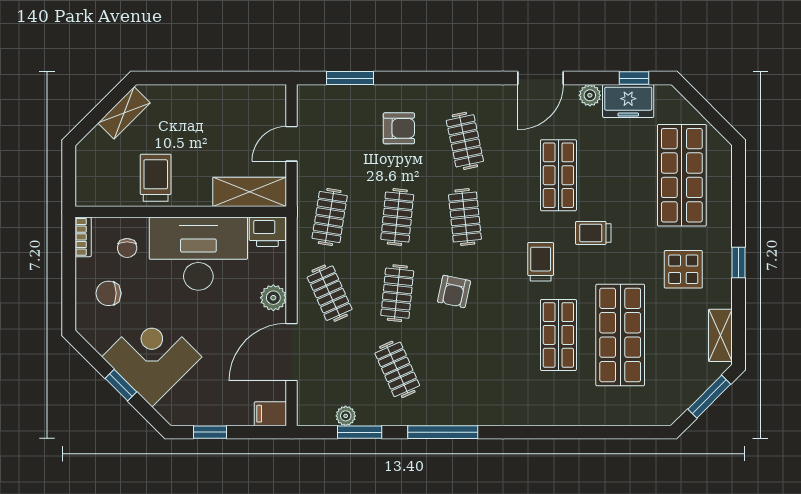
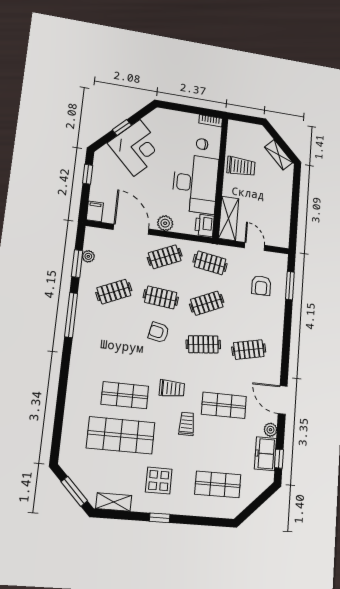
armchair: (399, 128) -> (261, 285), moved
shop shelf: (682, 175) -> (218, 484), width x0.70, depth x0.74
clothes rail: (397, 217) -> (207, 303), turned -30
chair: (108, 293) -> (177, 129), removed

